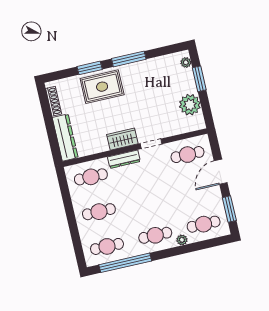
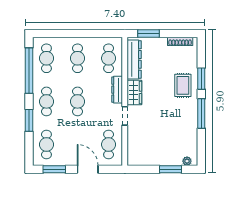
rug: (102, 87) -> (183, 85), width x0.73, depth x0.70
plant: (190, 105) -> (150, 156), removed
dresser: (65, 138) -> (134, 59), moved, turned -90
window: (53, 139) -> (148, 34), added
cafe table: (147, 201) -> (78, 101), added
plant: (182, 240) -> (37, 123), removed
window: (181, 250) -> (29, 120), added

